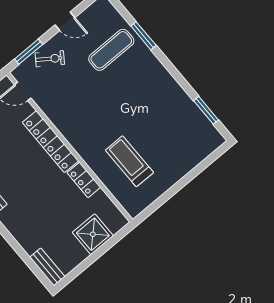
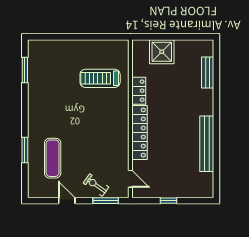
exercise mat: (111, 50) -> (53, 158), turned 90
treadmill: (129, 161) -> (100, 78), turned 90
bench: (47, 267) -> (208, 72), moved

